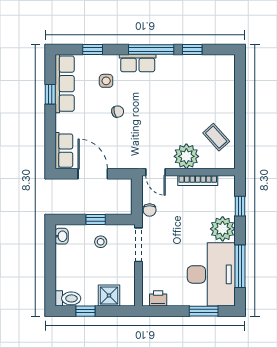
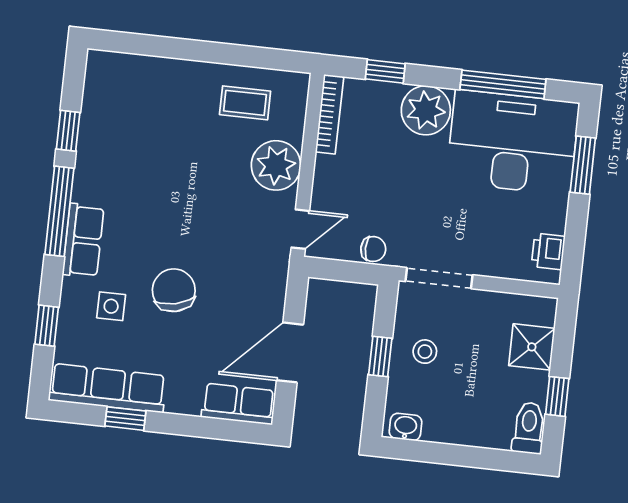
chair: (118, 112) -> (174, 290), width x1.87, depth x1.87
coffee table: (216, 137) -> (245, 103), turned 42
bookcase: (198, 180) -> (330, 114), moved

